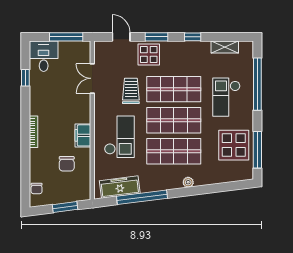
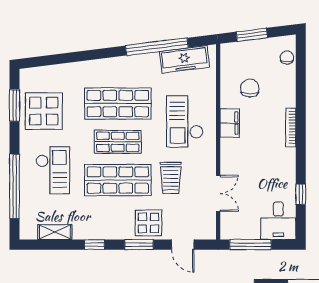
shop shelf: (174, 120) -> (118, 142), width x0.70, depth x0.74
window: (257, 150) -> (14, 105), width x0.69
plant: (188, 182) -> (100, 65), removed

